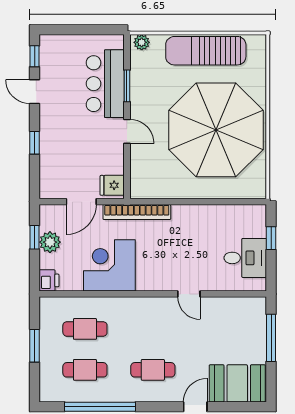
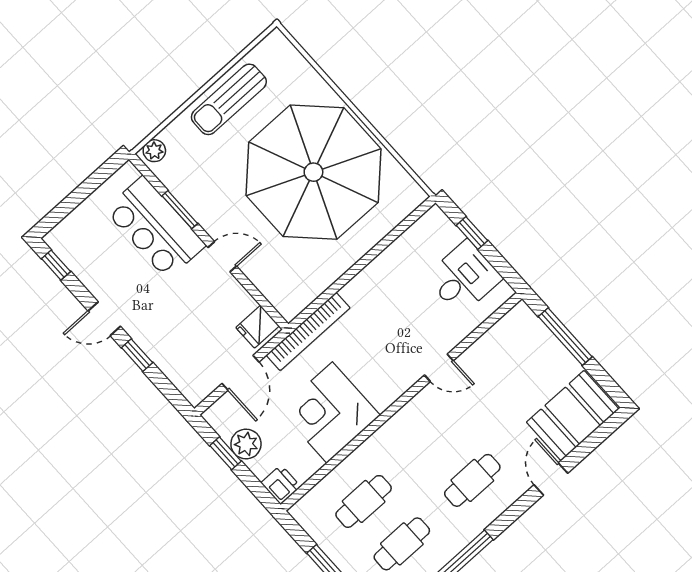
sun lounger: (206, 51) -> (229, 99), width x0.73, depth x0.75
door: (35, 92) -> (104, 319), moved

